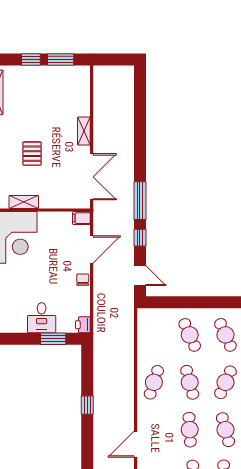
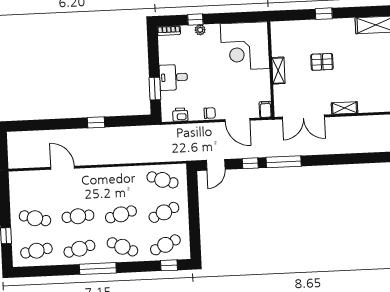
shelving: (24, 202) -> (278, 71), moved
printer: (83, 325) -> (180, 115), moved
cafe table: (154, 382) -> (162, 180), moved

